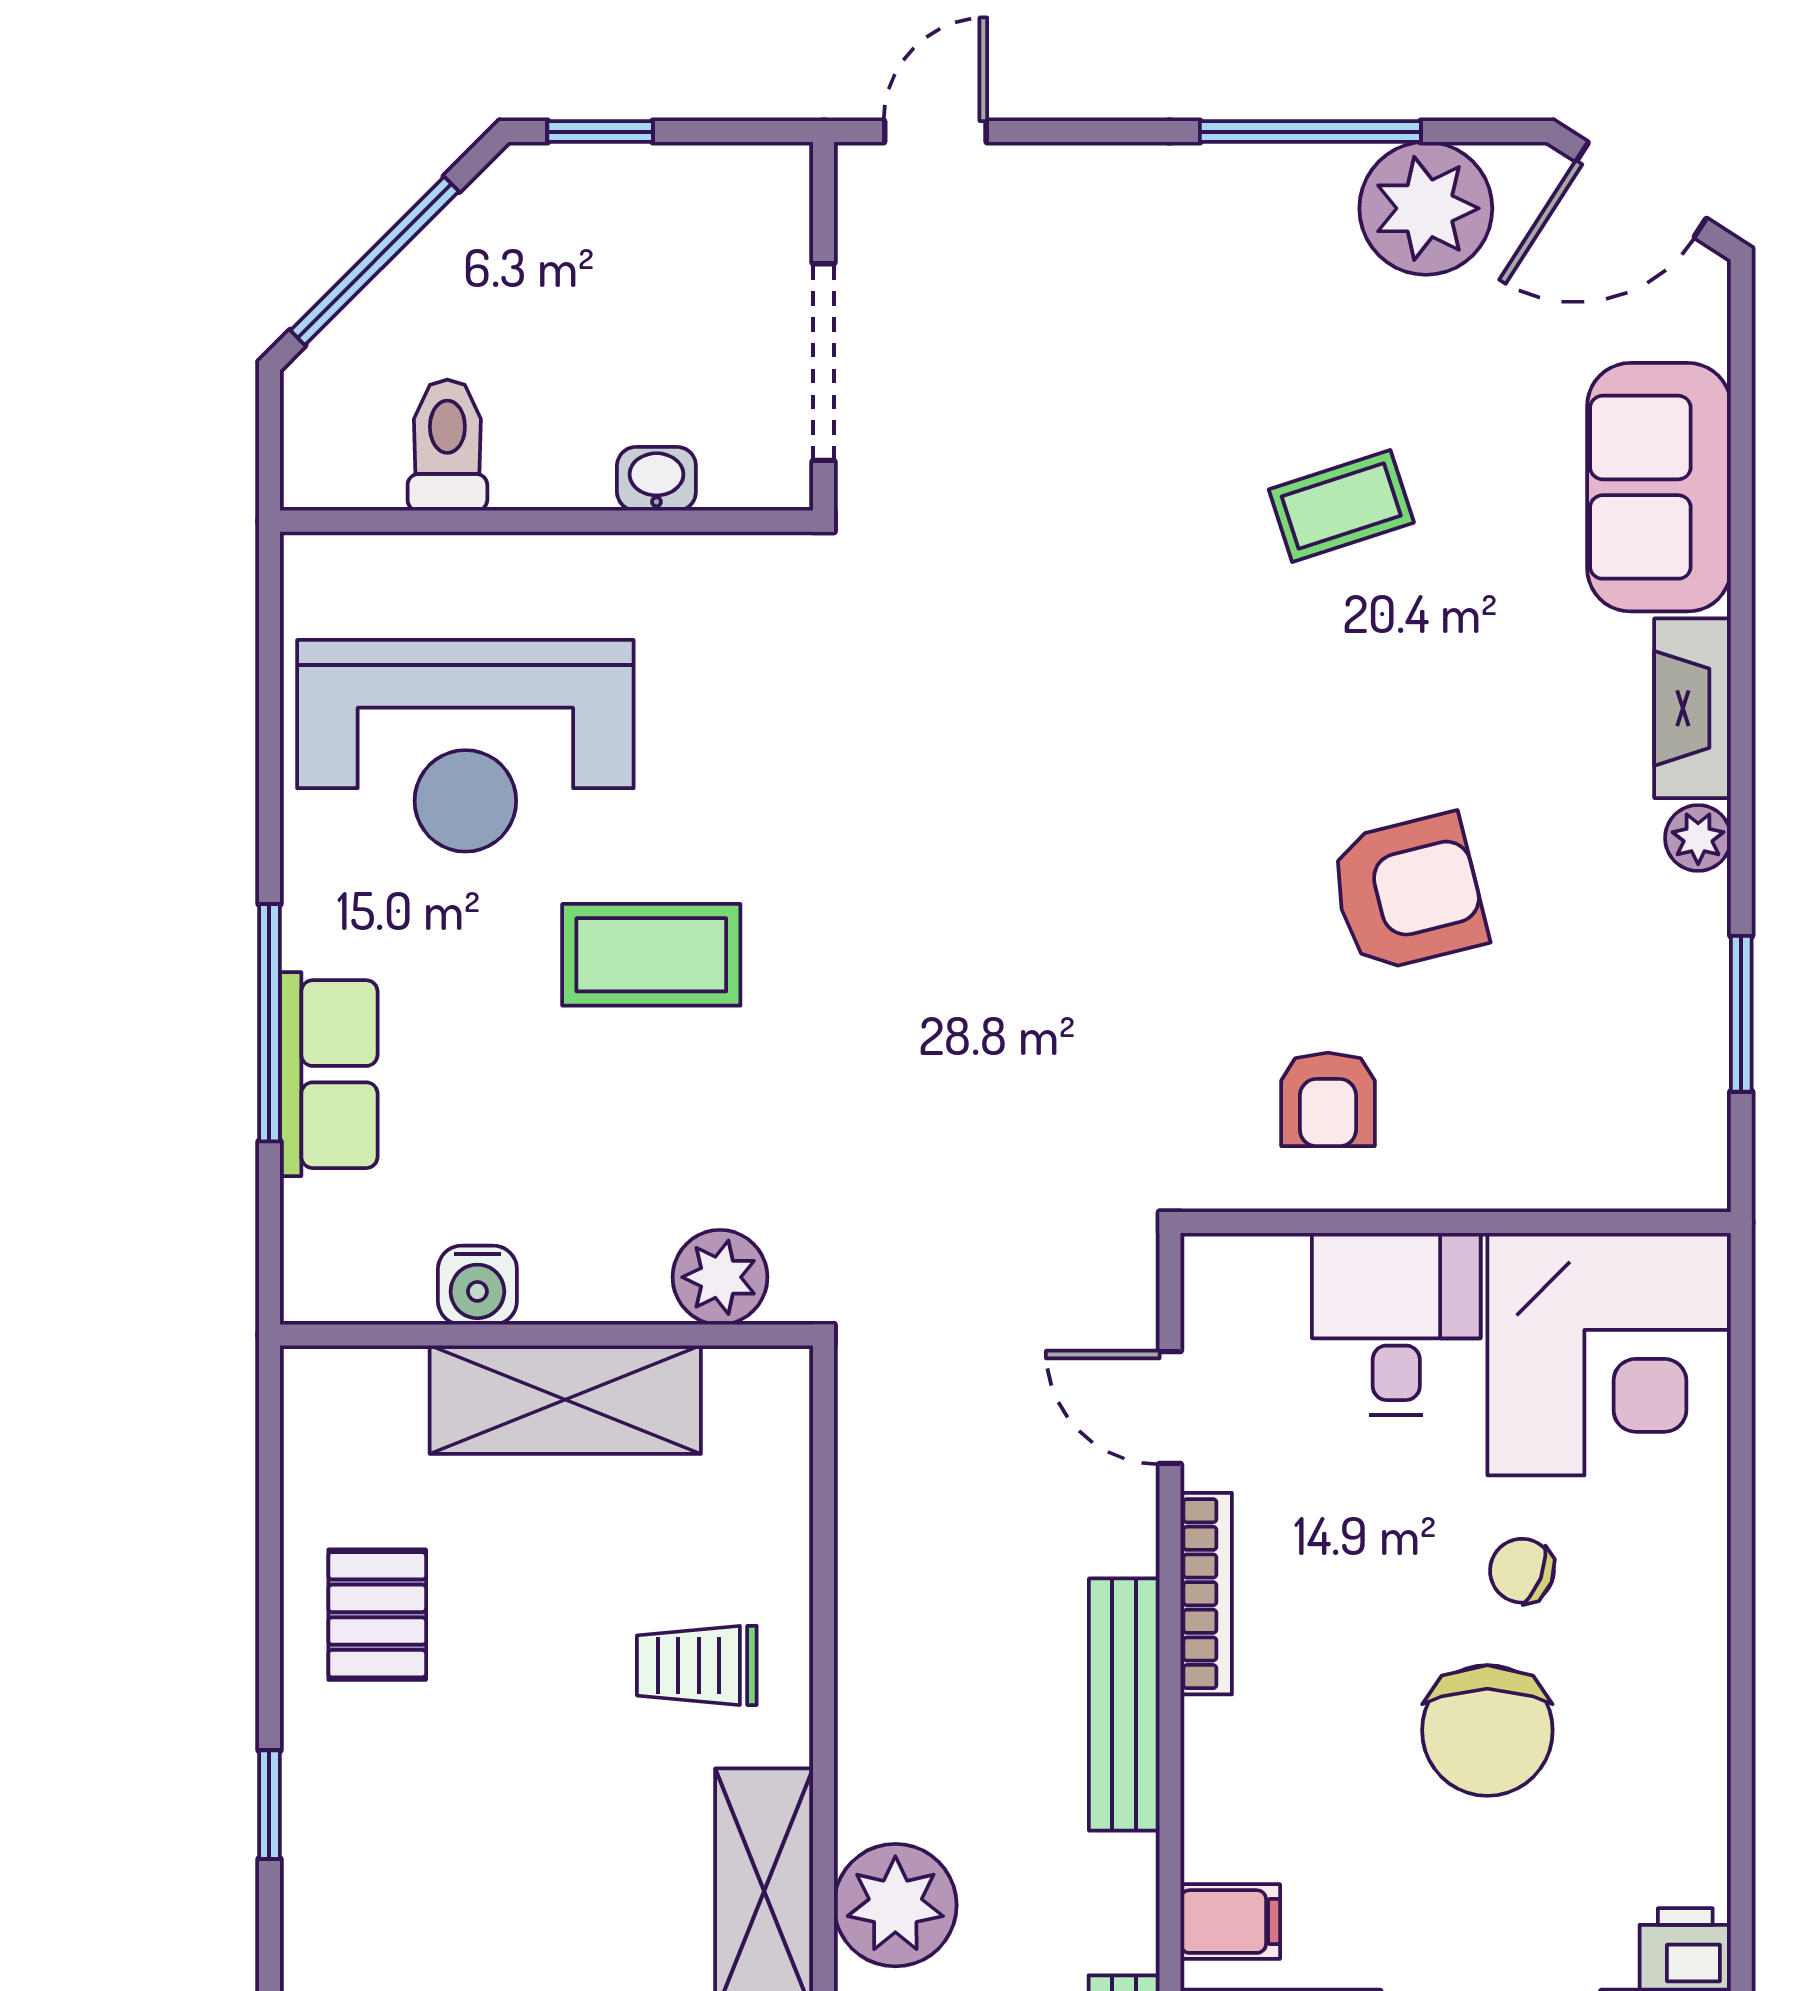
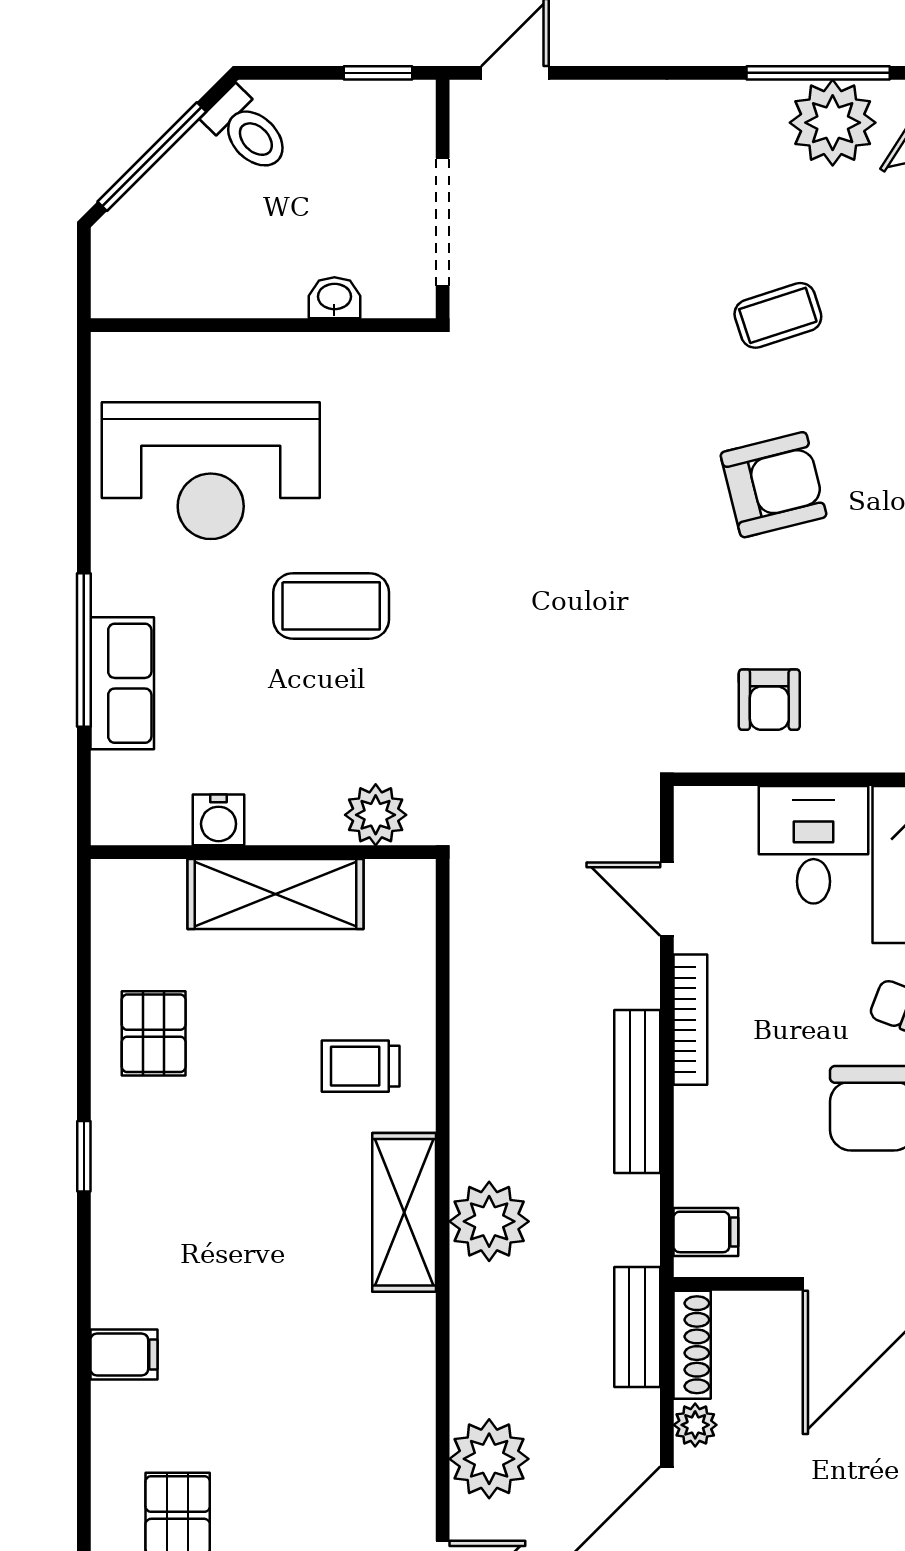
window: (600, 132) -> (378, 73), moved
window: (1310, 132) -> (818, 73), moved
toilet: (447, 445) -> (247, 131), moved, turned 135
armchair: (1408, 893) -> (774, 485), moved

